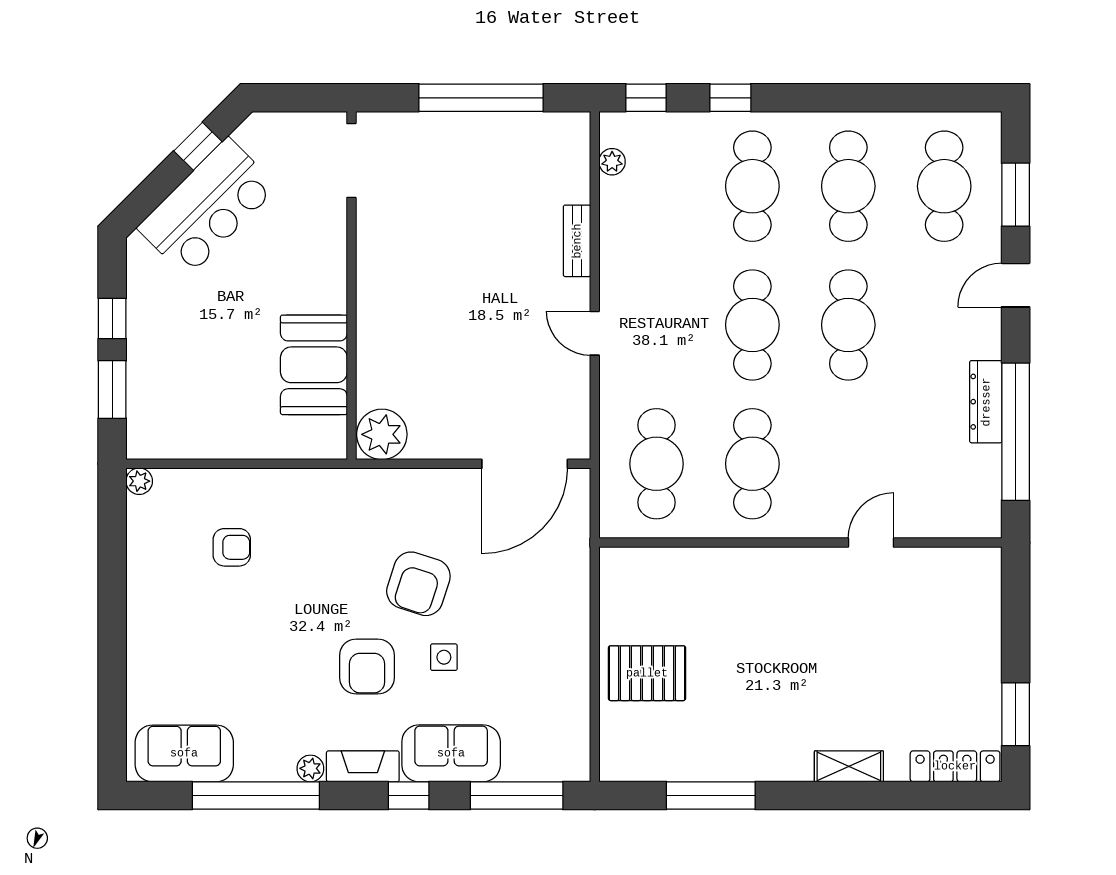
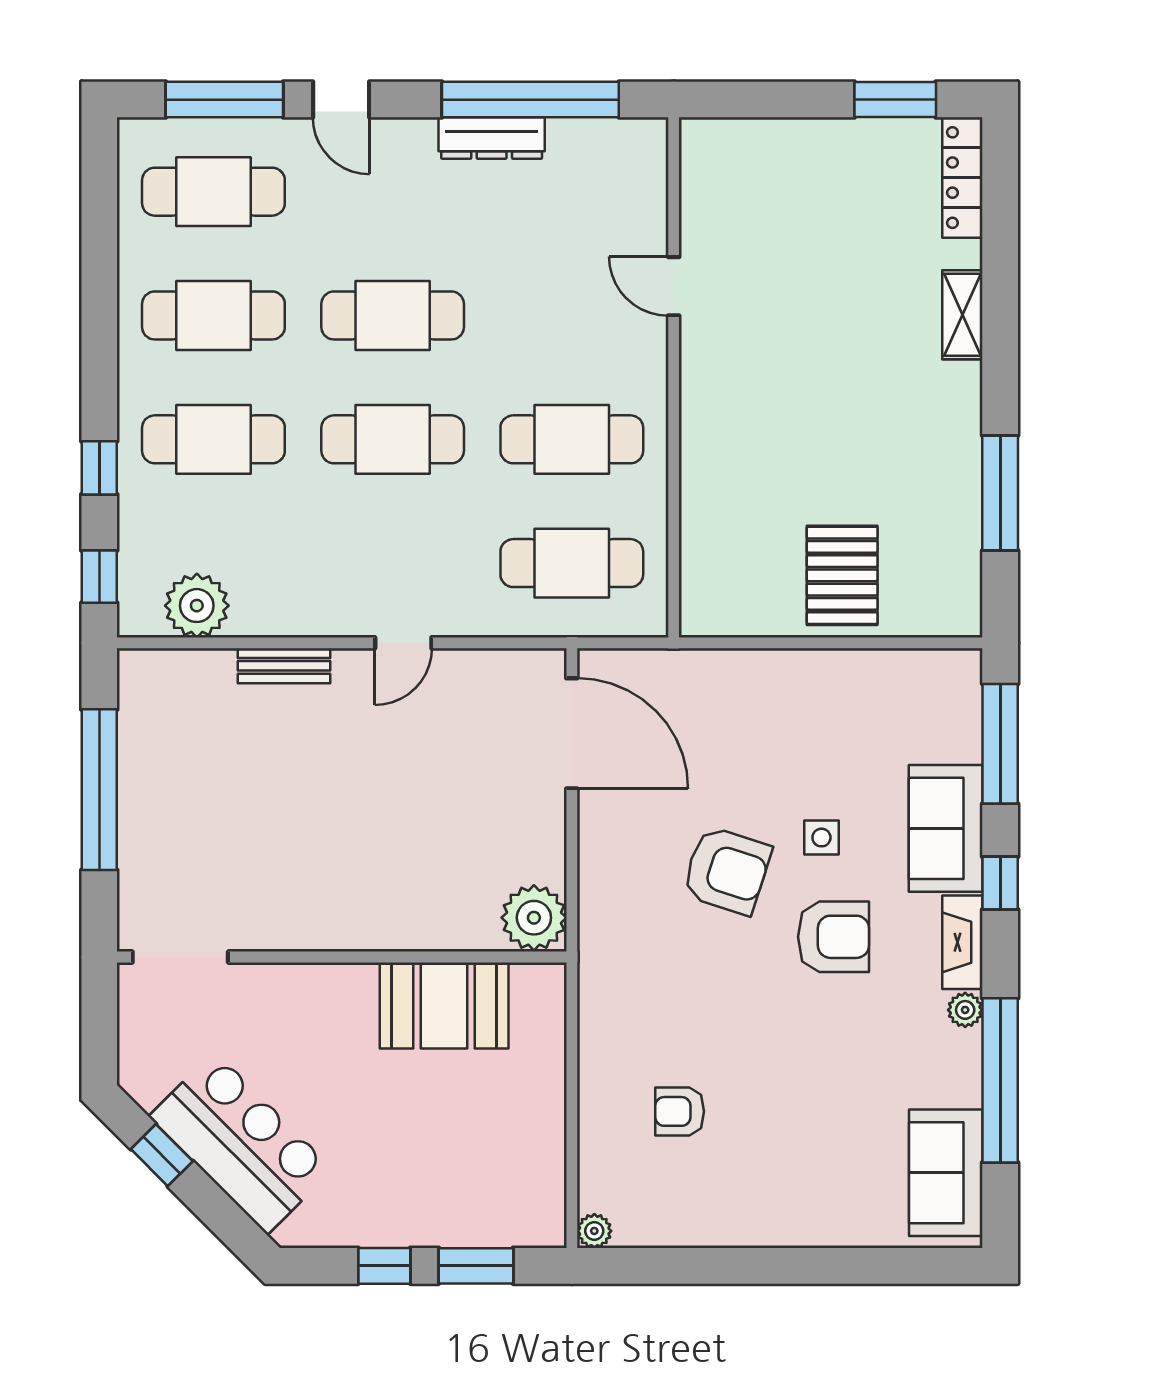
plant: (612, 162) -> (197, 606), width x1.87, depth x1.87
window: (1016, 195) -> (224, 100), width x1.44
armchair: (232, 547) -> (680, 1111), turned -90

